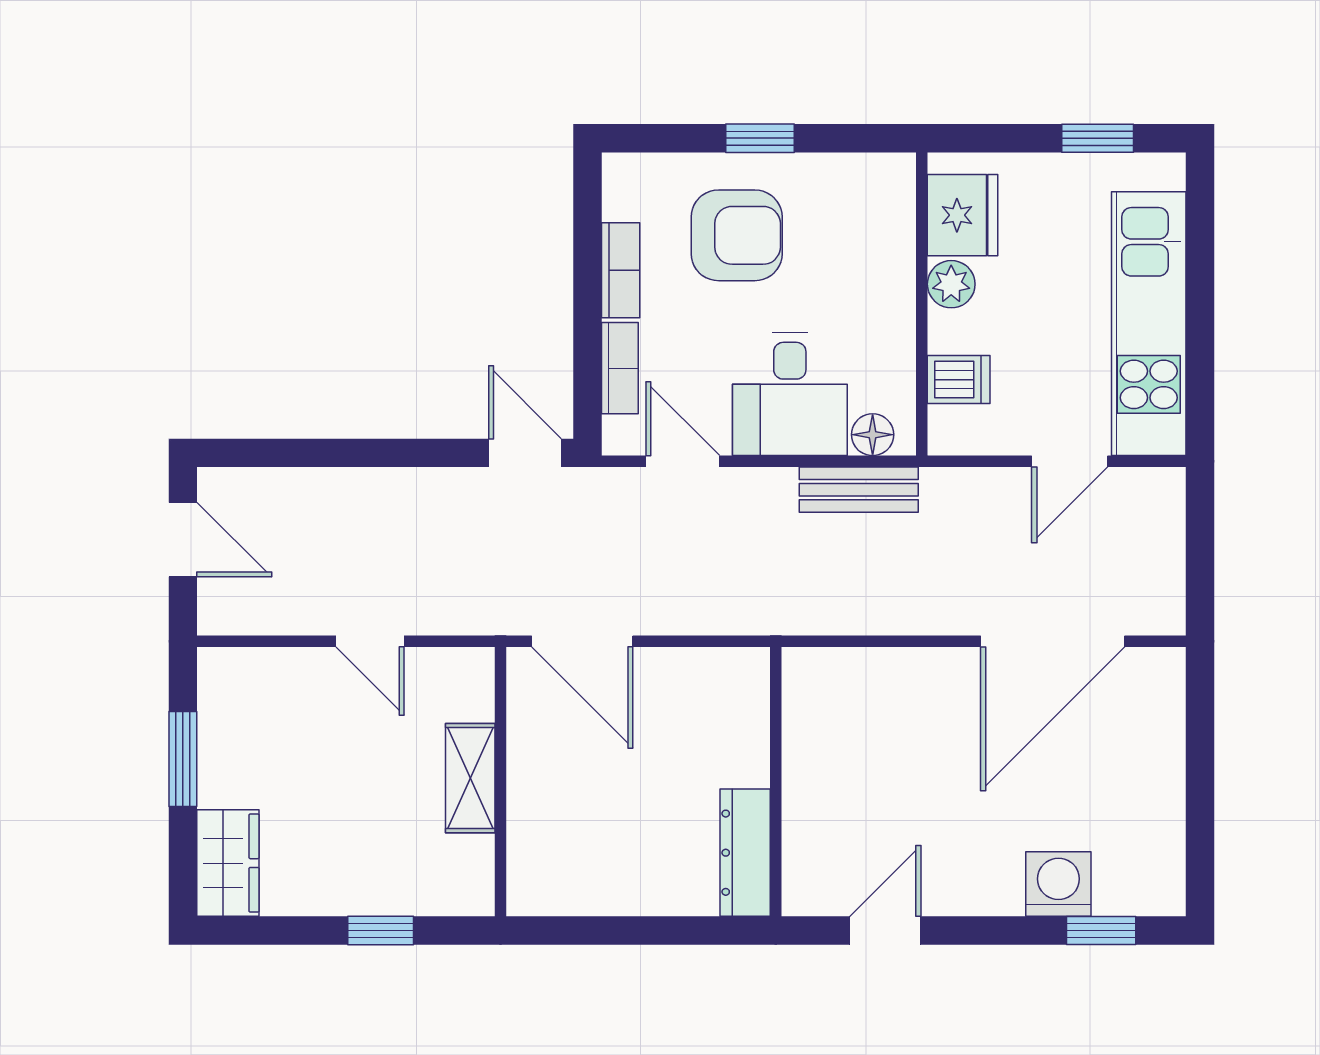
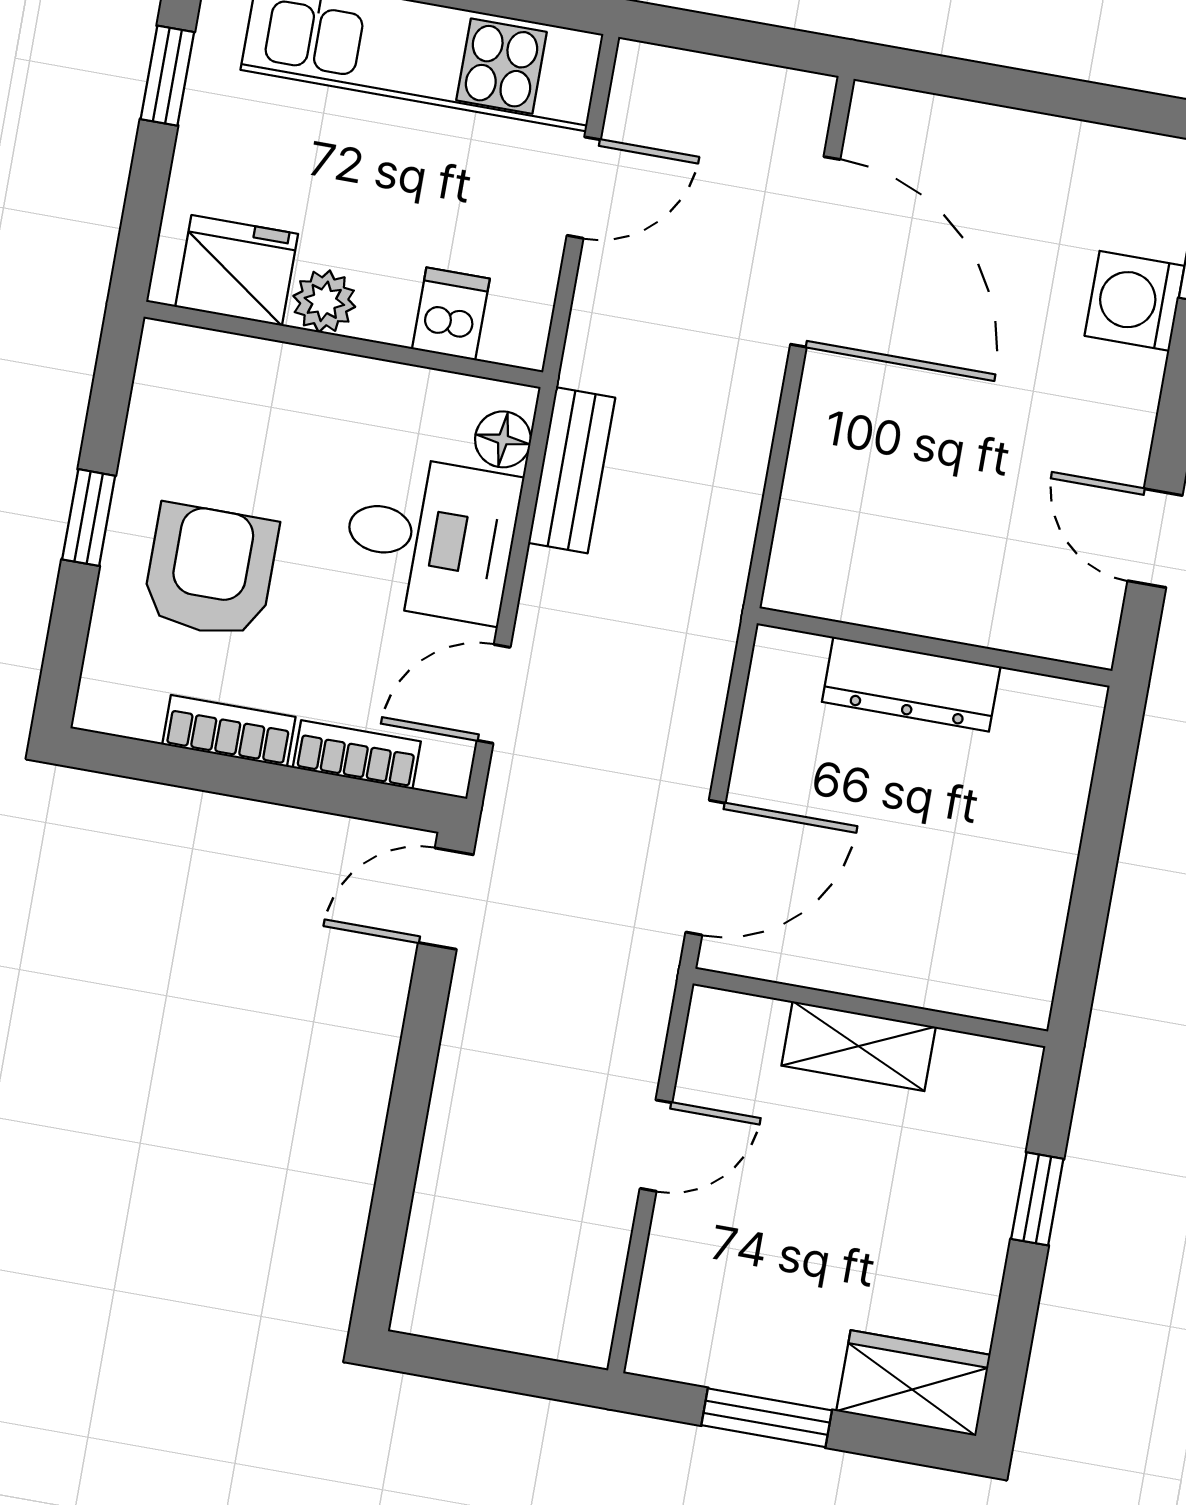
door: (1070, 461) -> (584, 188), hinge flipped
door: (183, 540) -> (480, 1367), removed
dresser: (745, 853) -> (911, 684), moved

